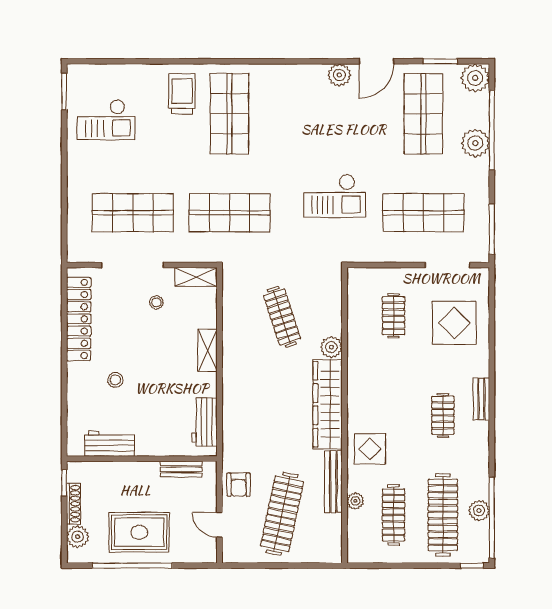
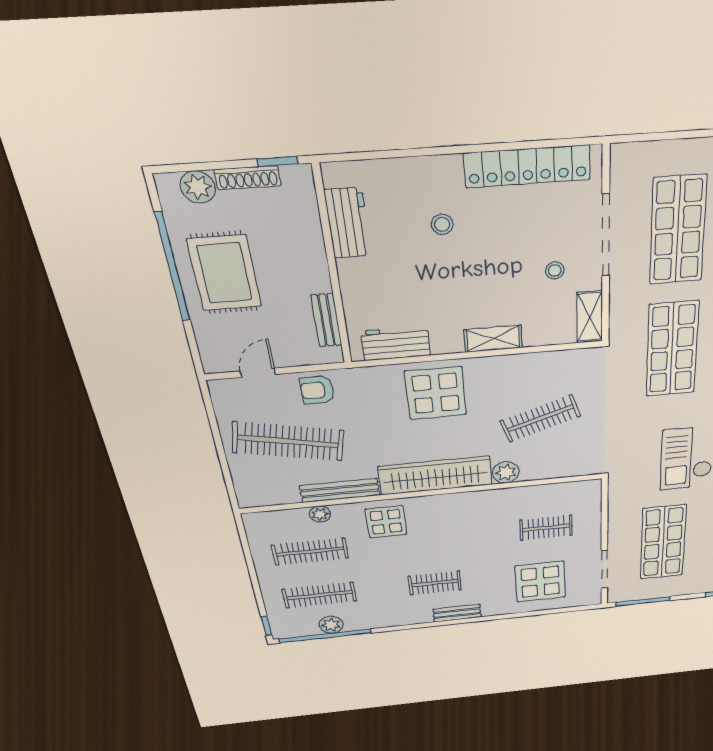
display table: (250, 397) -> (436, 393), added
clothes rail: (443, 515) -> (320, 595), width x0.73, depth x0.76

